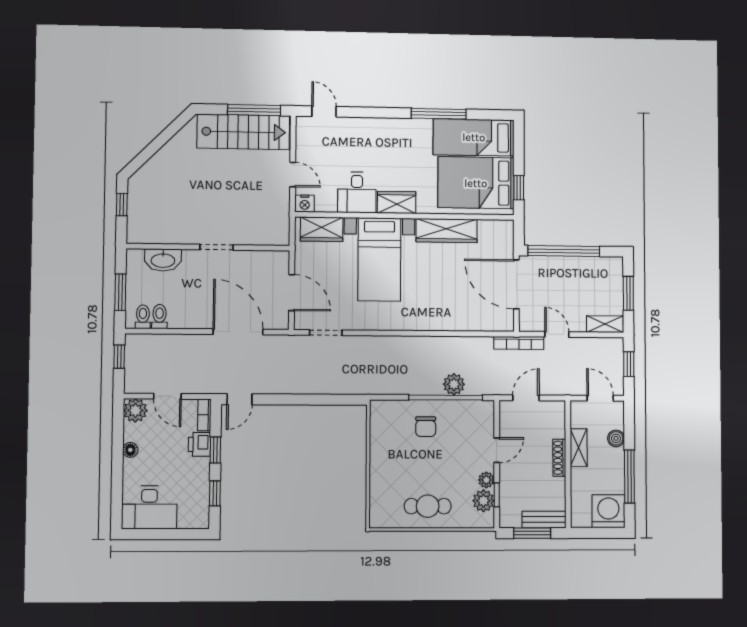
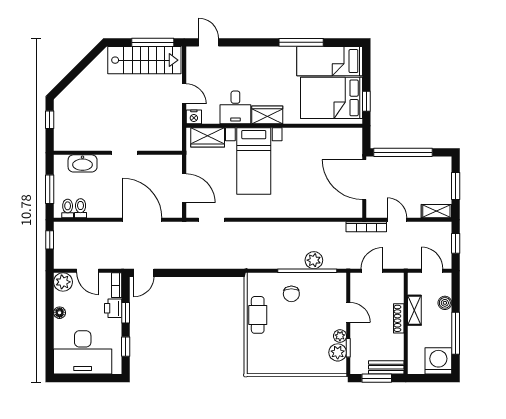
wardrobe: (447, 231) -> (308, 137), removed
door: (497, 450) -> (348, 312), hinge flipped
cafe table: (428, 506) -> (258, 315), moved, turned 90
desk: (149, 507) -> (83, 352), width x1.36, depth x1.30

